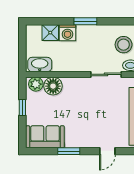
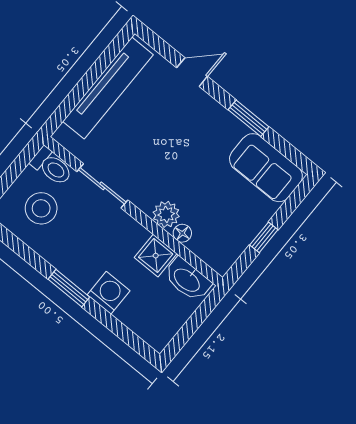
shower: (50, 33) -> (156, 256), moved
plant: (36, 84) -> (166, 214), moved
floor lamp: (53, 86) -> (182, 233), width x0.53, depth x0.53

